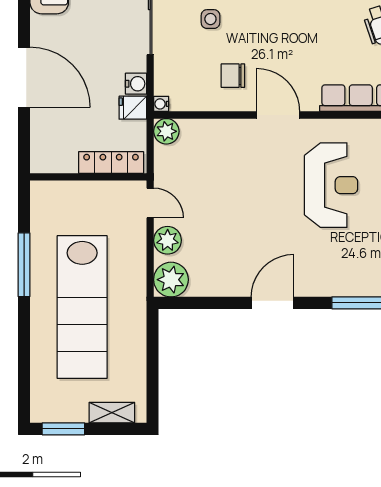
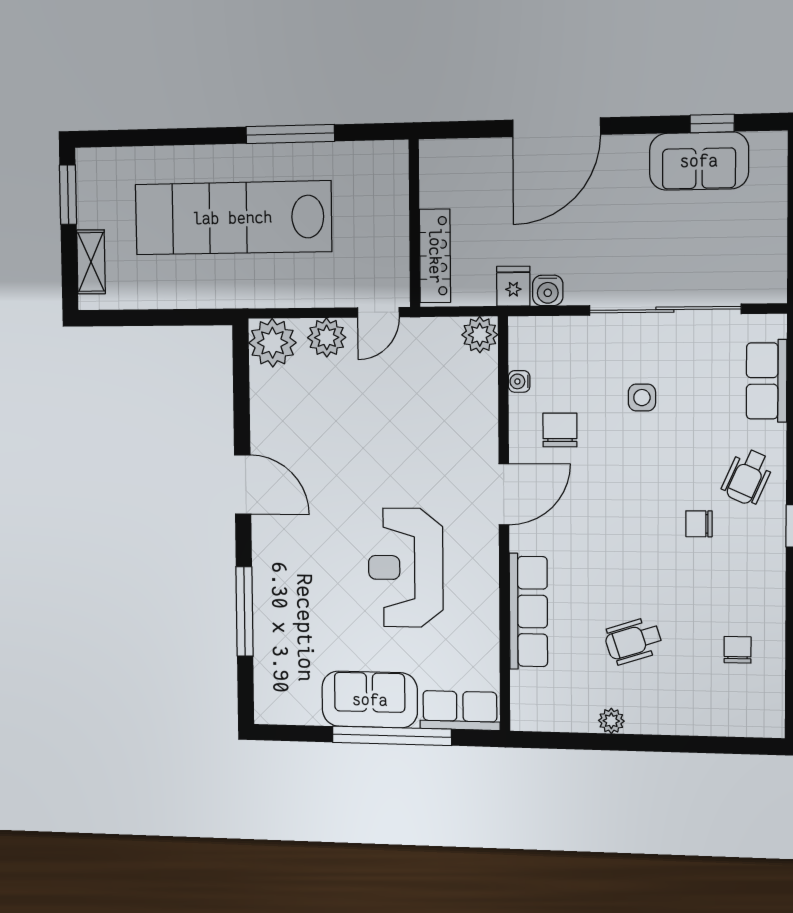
water cooler: (161, 104) -> (519, 381), moved, turned -90
reception desk: (331, 185) -> (406, 568), turned 90

